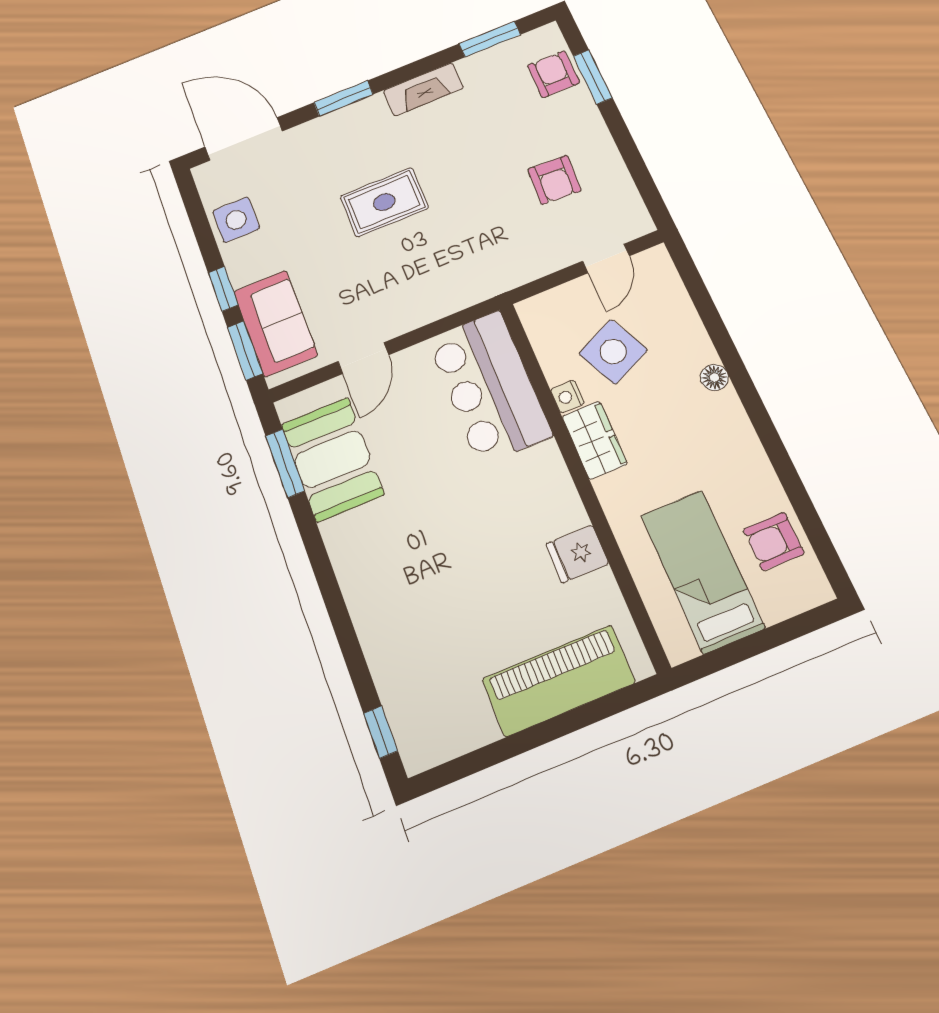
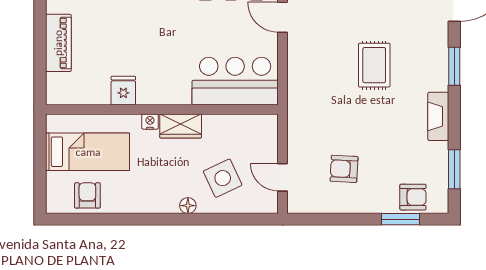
side table: (613, 352) -> (223, 178), moved
nightstand: (567, 396) -> (150, 122), moved
piano: (558, 681) -> (58, 43), width x0.73, depth x0.75

